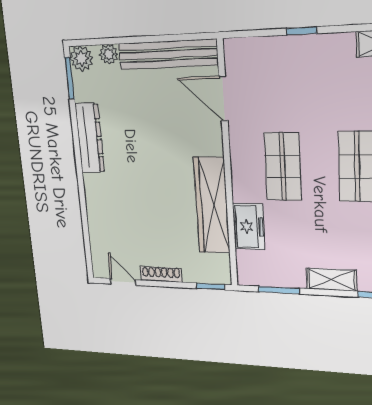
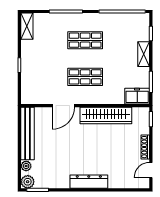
door: (223, 99) -> (63, 106), moved
dresser: (90, 138) -> (89, 182), moved
freezer: (249, 226) -> (137, 96), moved

